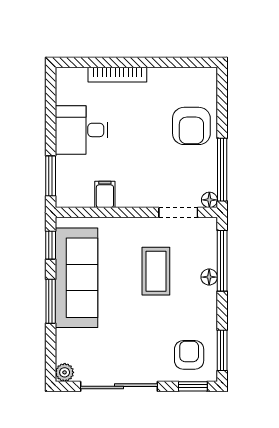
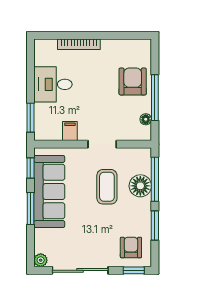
armchair: (191, 126) -> (133, 81), turned 180
window: (222, 170) -> (155, 98), moved
floor lamp: (209, 200) -> (146, 119), moved
doorway: (178, 212) -> (102, 144), moved
floor lamp: (209, 277) -> (140, 186), width x1.89, depth x1.89
window: (222, 350) -> (155, 226), moved

